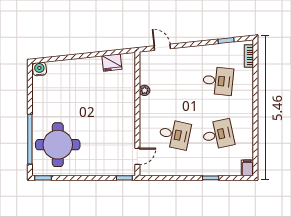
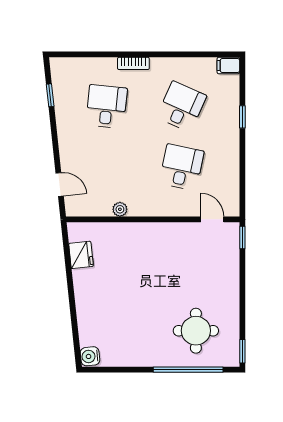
door: (162, 47) -> (60, 185), swing flipped
bookcase: (249, 56) -> (133, 63), moved
desk: (218, 134) -> (182, 106), turned 36
round table: (58, 145) -> (196, 331), width x0.73, depth x0.73

